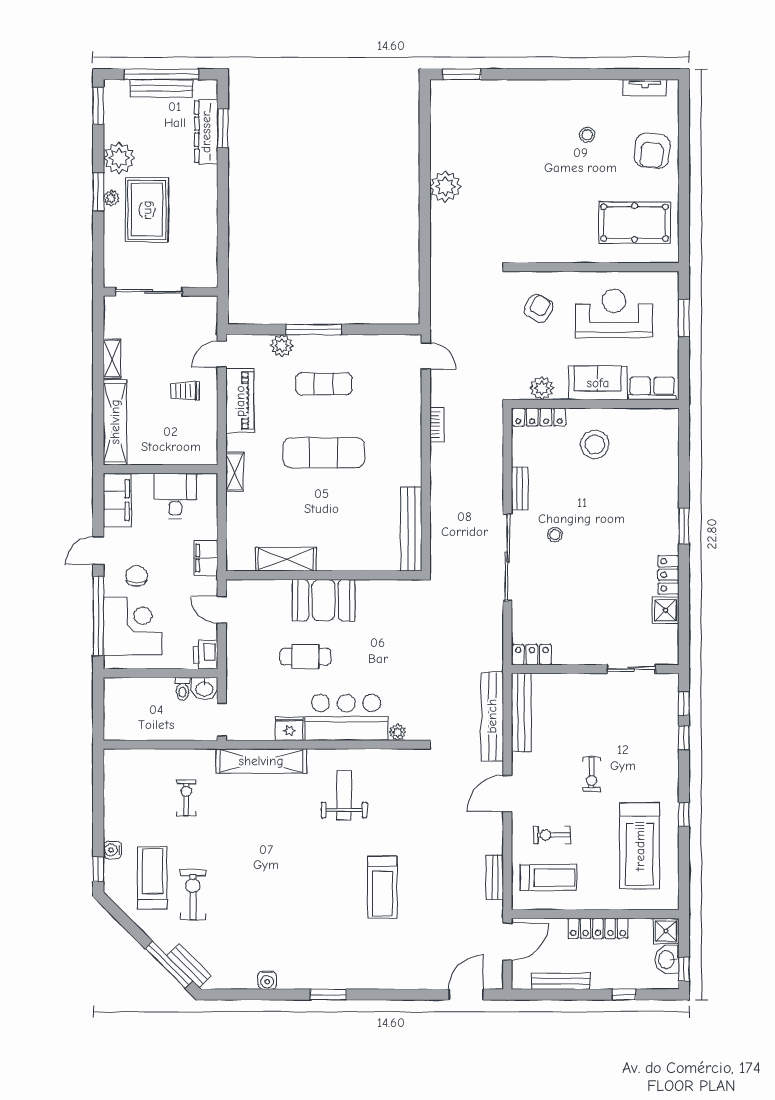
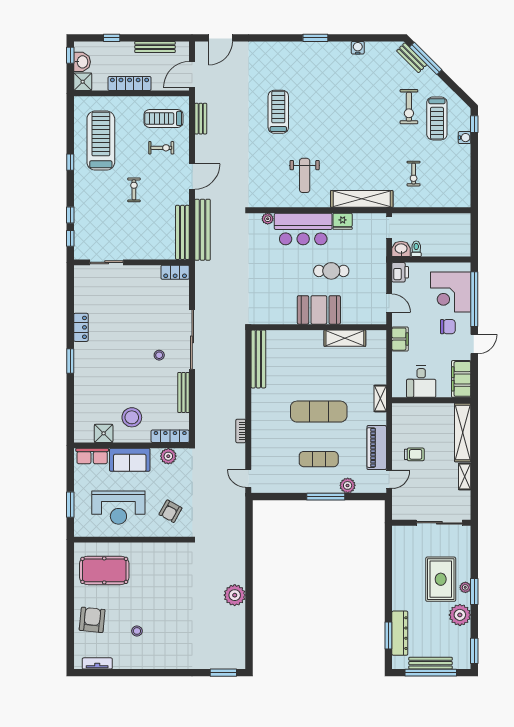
bench: (520, 488) -> (184, 392), width x1.36
chair: (137, 576) -> (448, 327), turned -90
shower: (666, 610) -> (104, 433), moved

